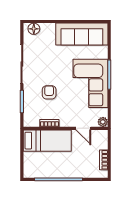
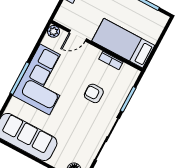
armchair: (49, 92) -> (94, 93), turned 90
door: (83, 128) -> (78, 36), swing flipped

